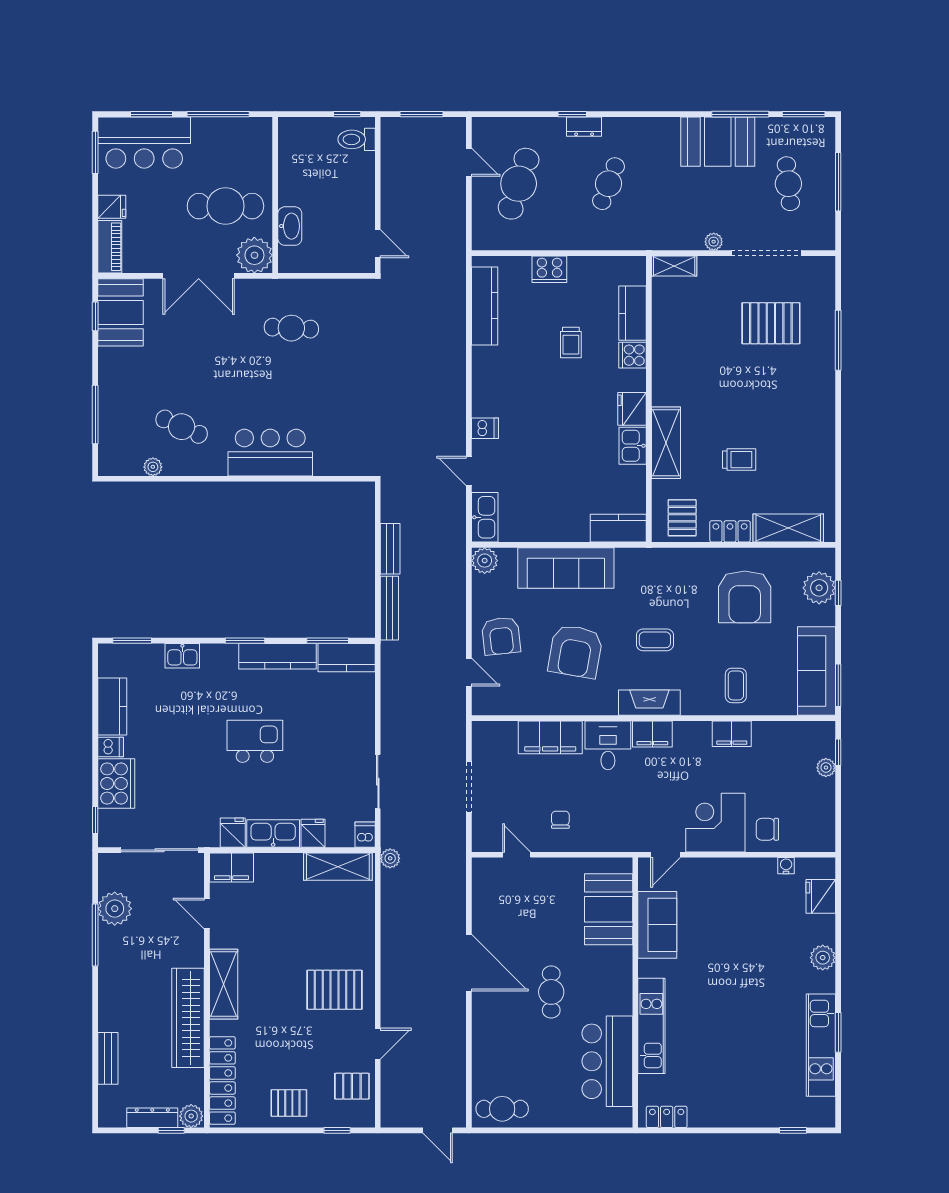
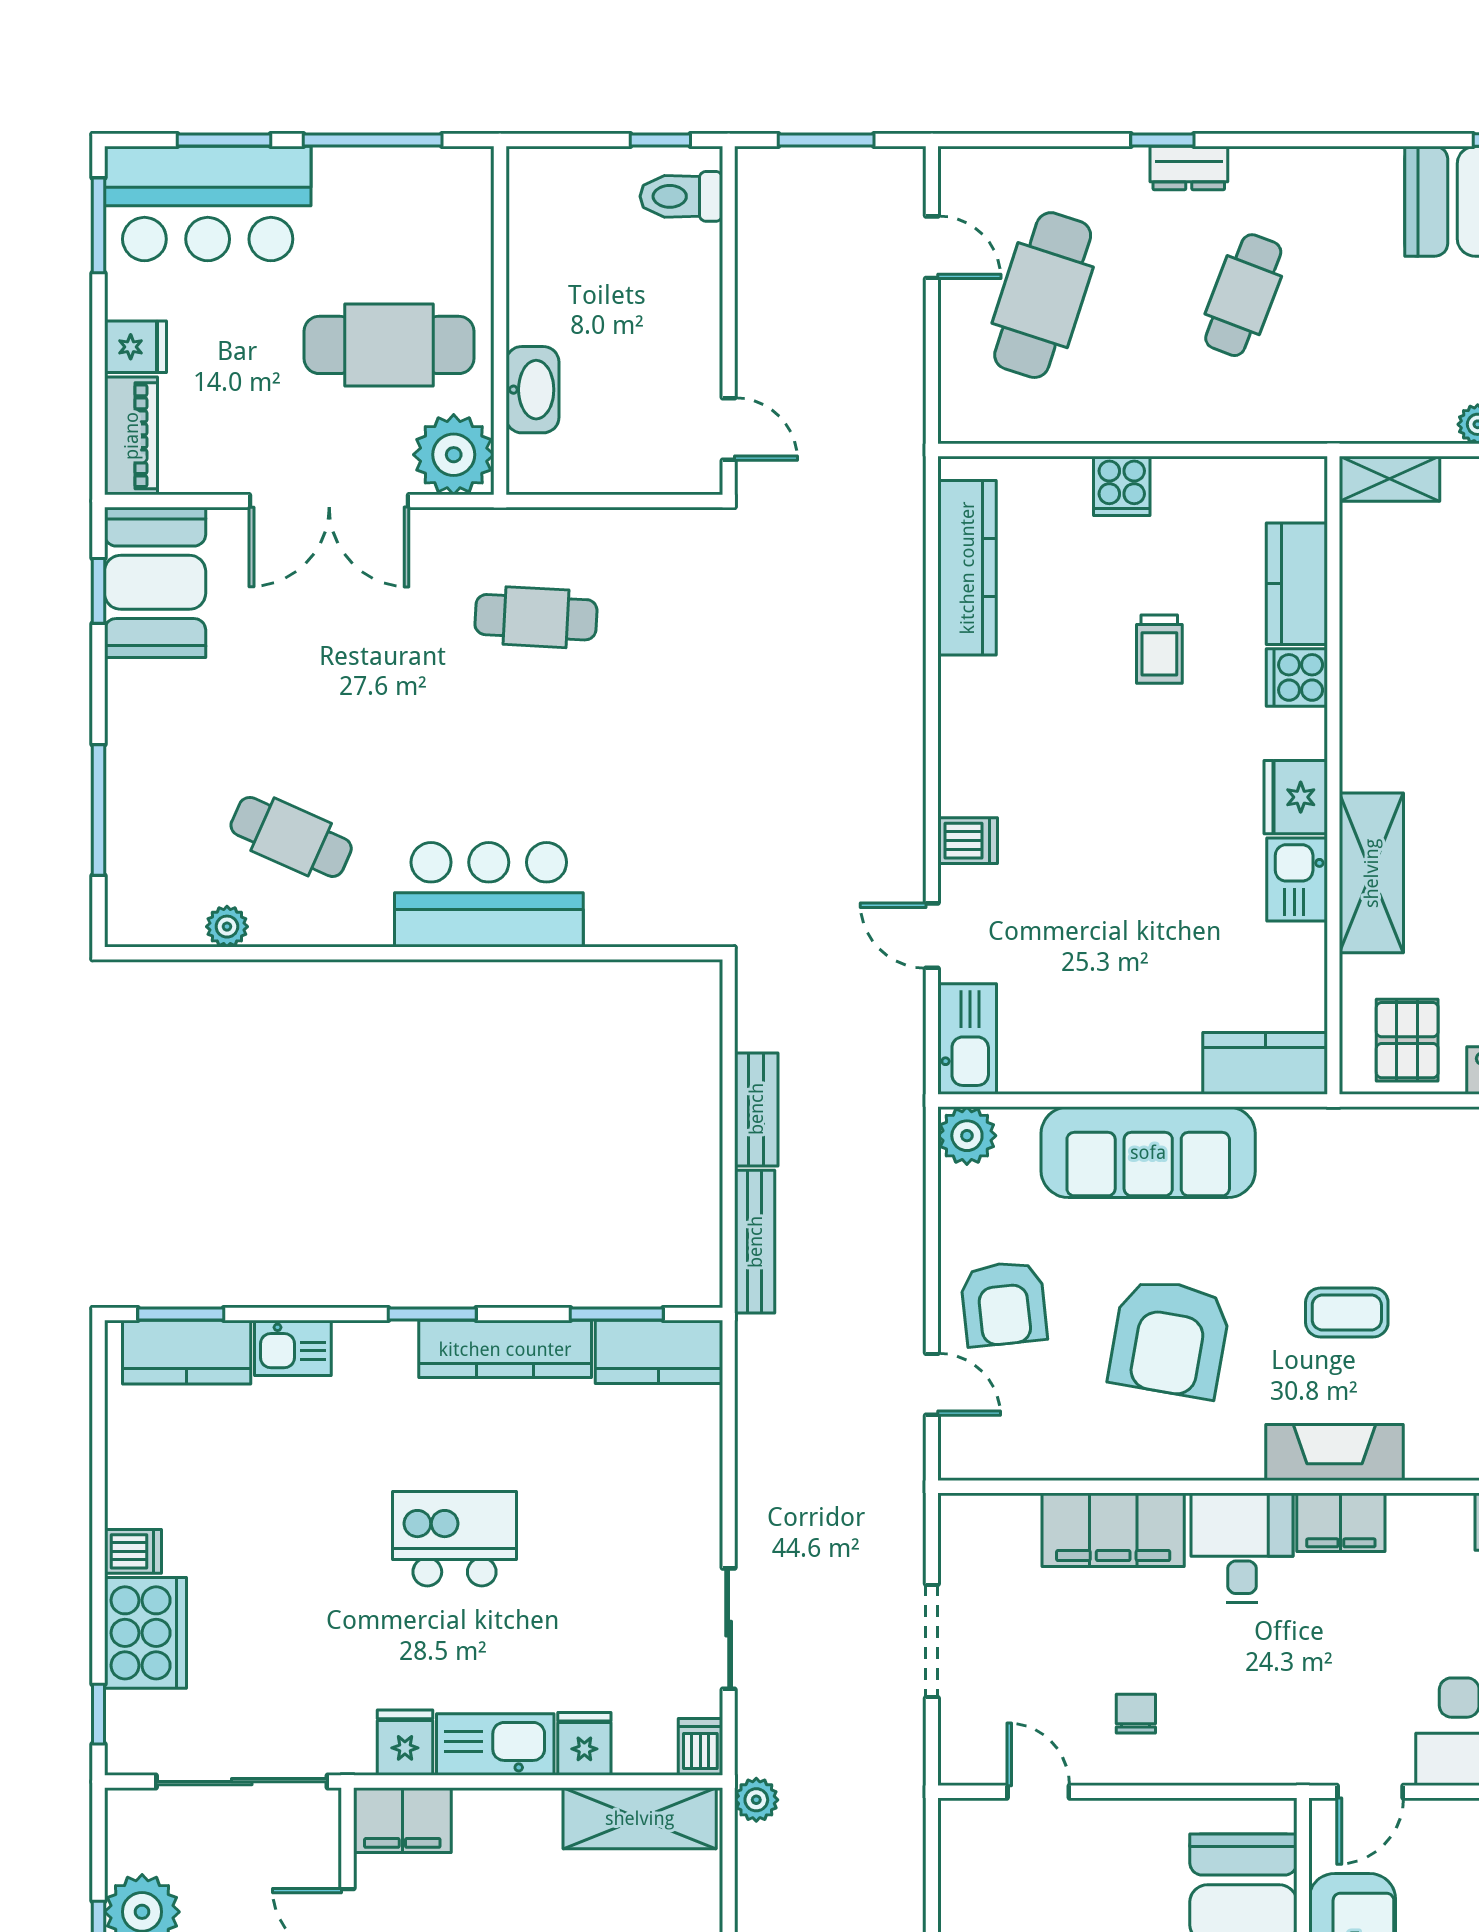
cooker: (549, 269) -> (1122, 486), width x0.73
kitchen counter: (112, 707) -> (187, 1352), moved, turned 90

